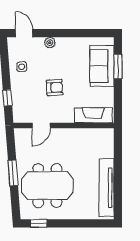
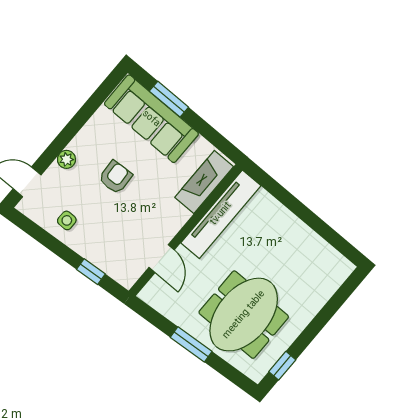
sofa: (102, 66) -> (151, 119), width x1.36
armchair: (55, 88) -> (115, 177), moved
tv unit: (106, 188) -> (221, 214), moved, turned -90

